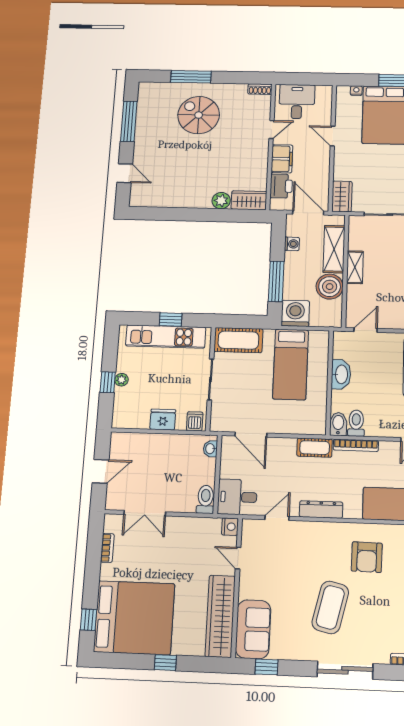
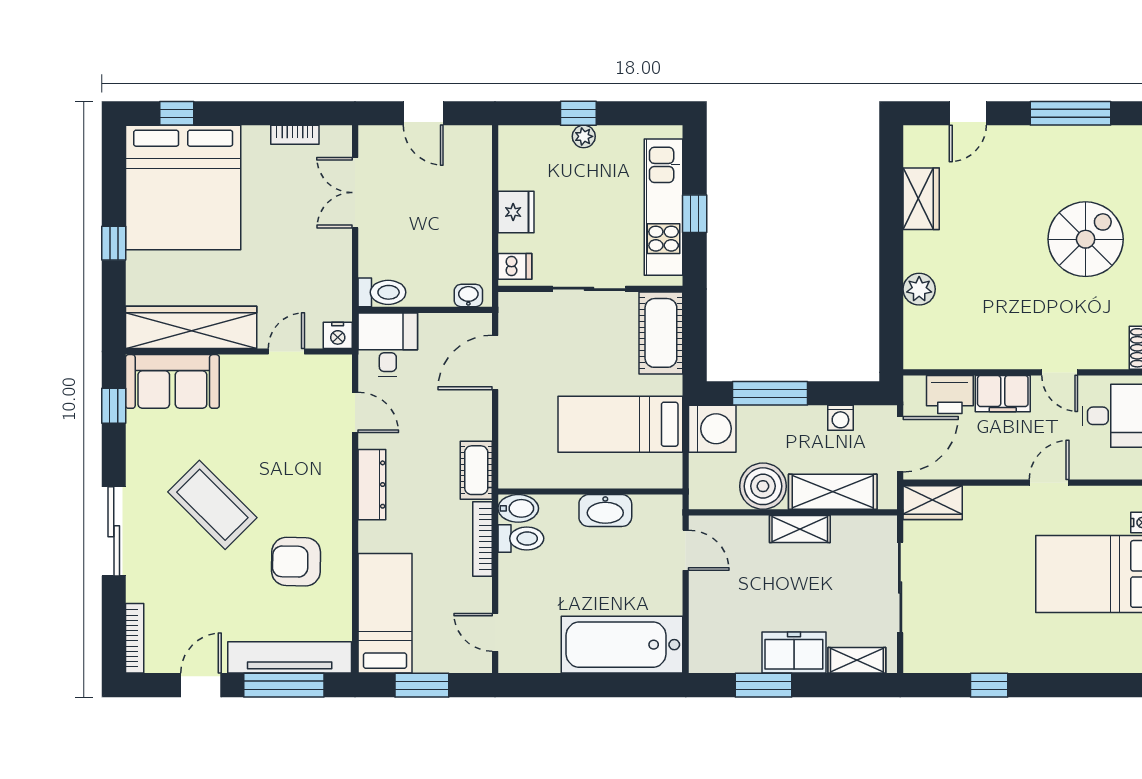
wardrobe: (249, 200) -> (921, 199), moved
coffee table: (330, 607) -> (212, 505), turned 32

